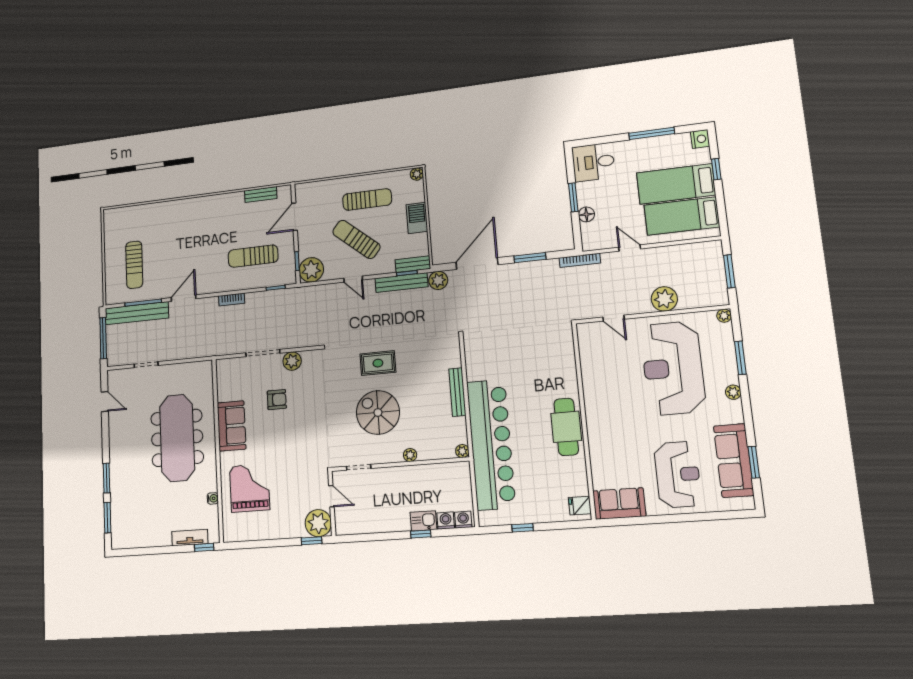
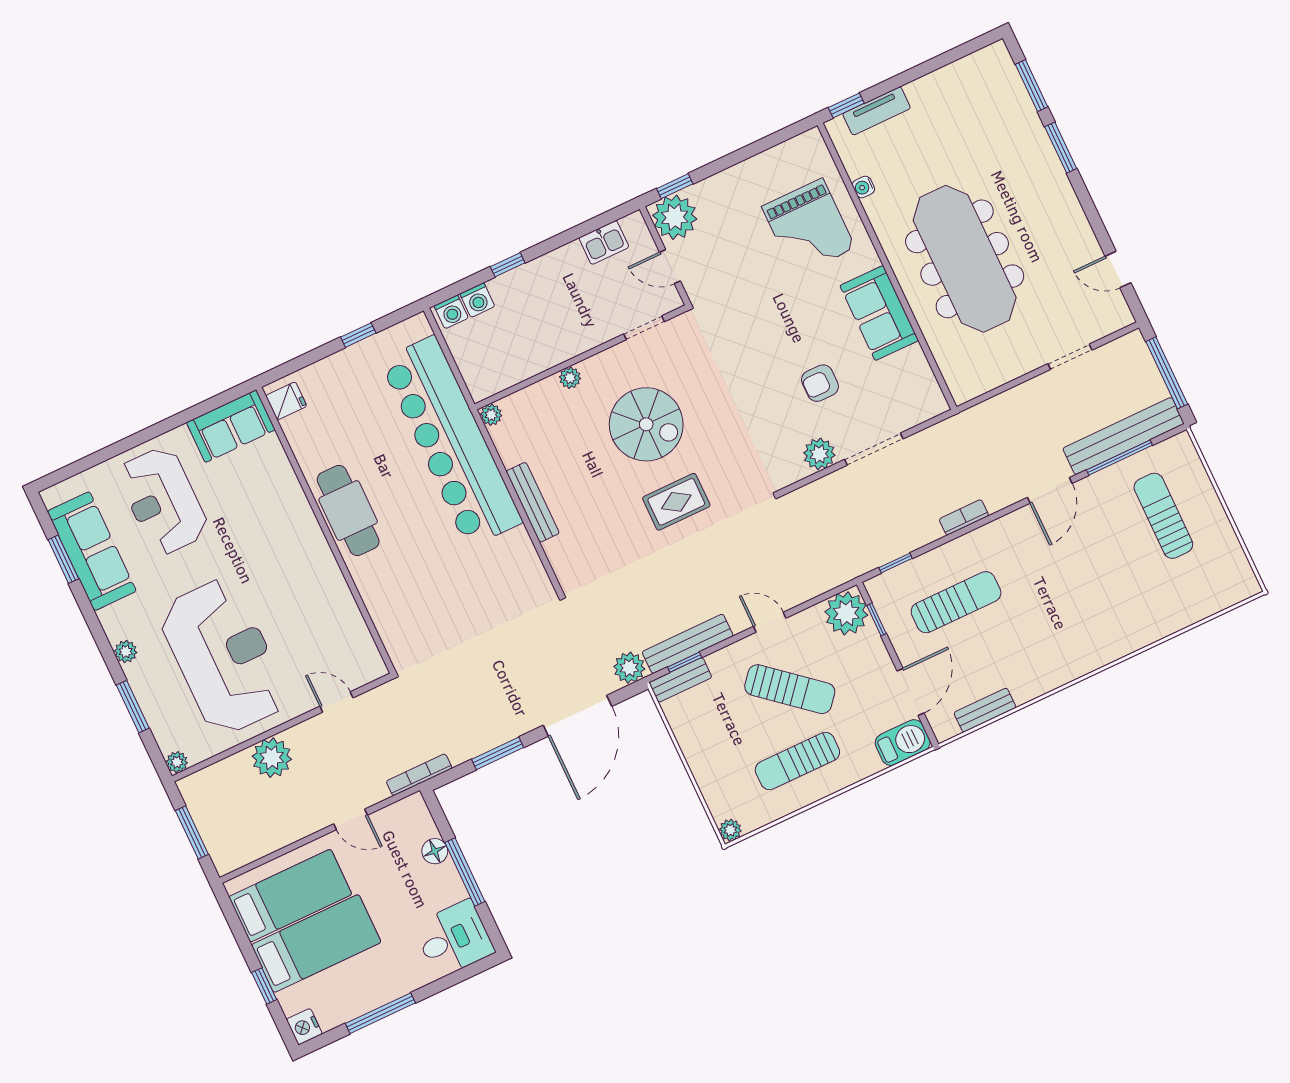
window: (573, 197) -> (465, 872), width x1.44
barbecue: (417, 218) -> (903, 743), moved, turned -90
kitchen sink: (423, 521) -> (604, 242), moved

